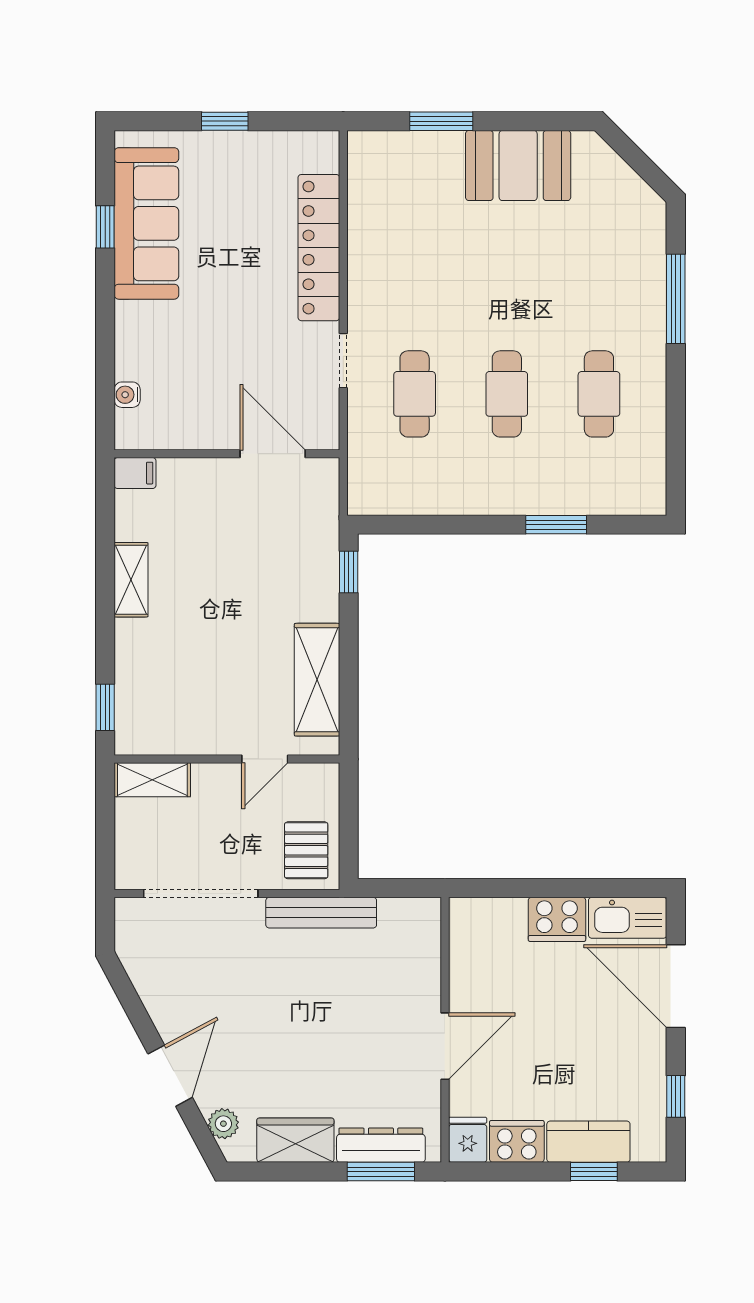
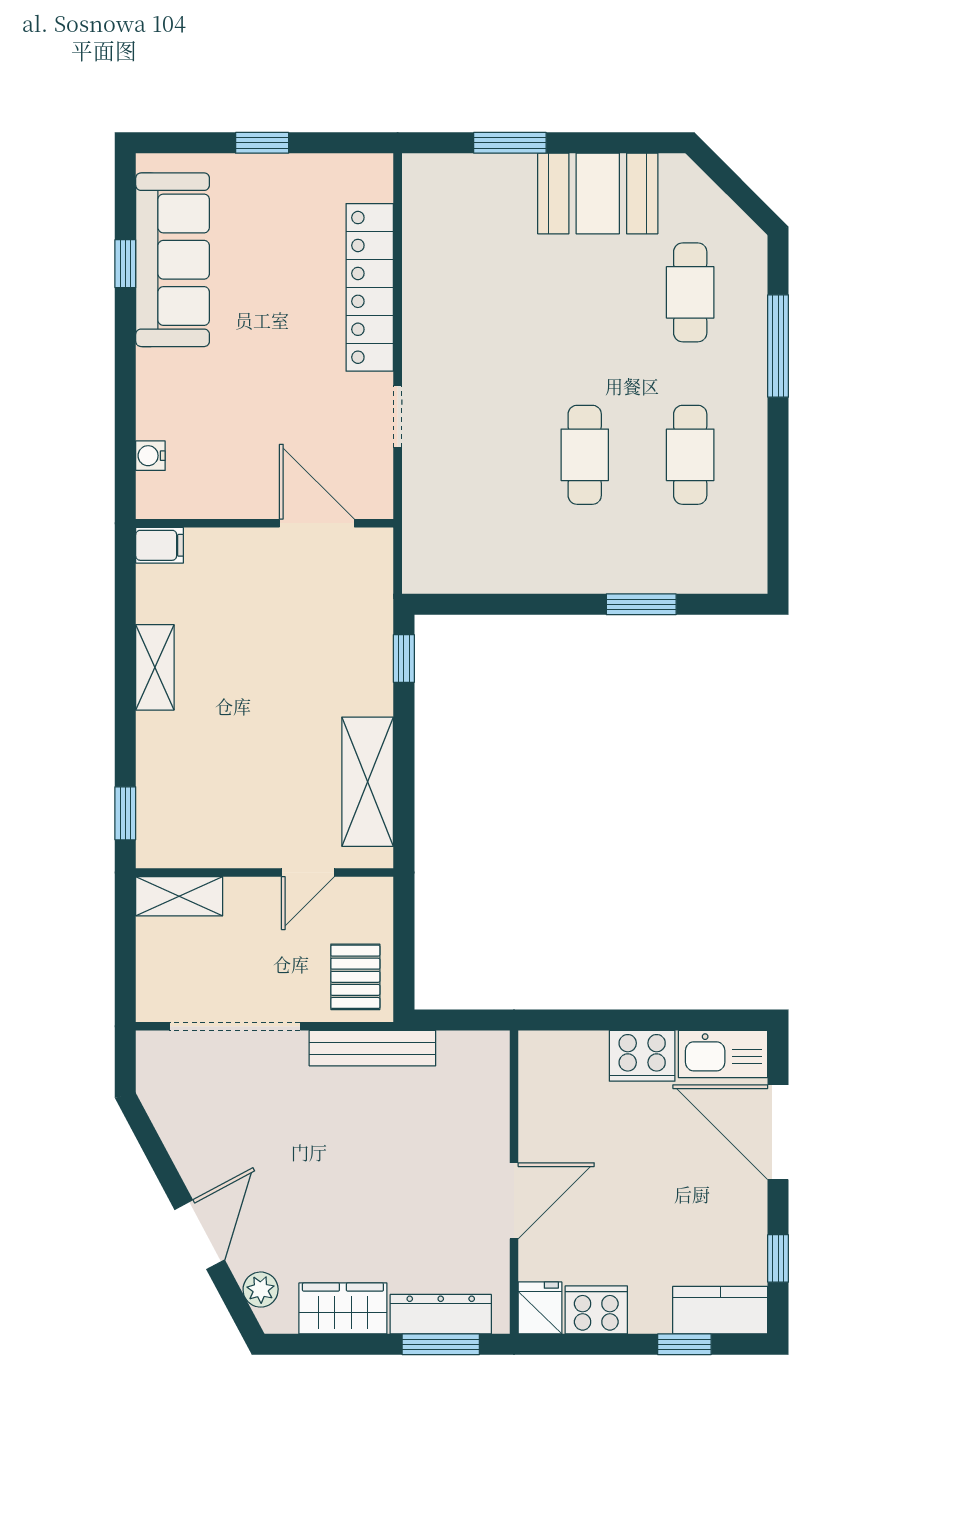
cafe table: (415, 394) -> (690, 292), moved
kitchen counter: (588, 1142) -> (720, 1310), moved

